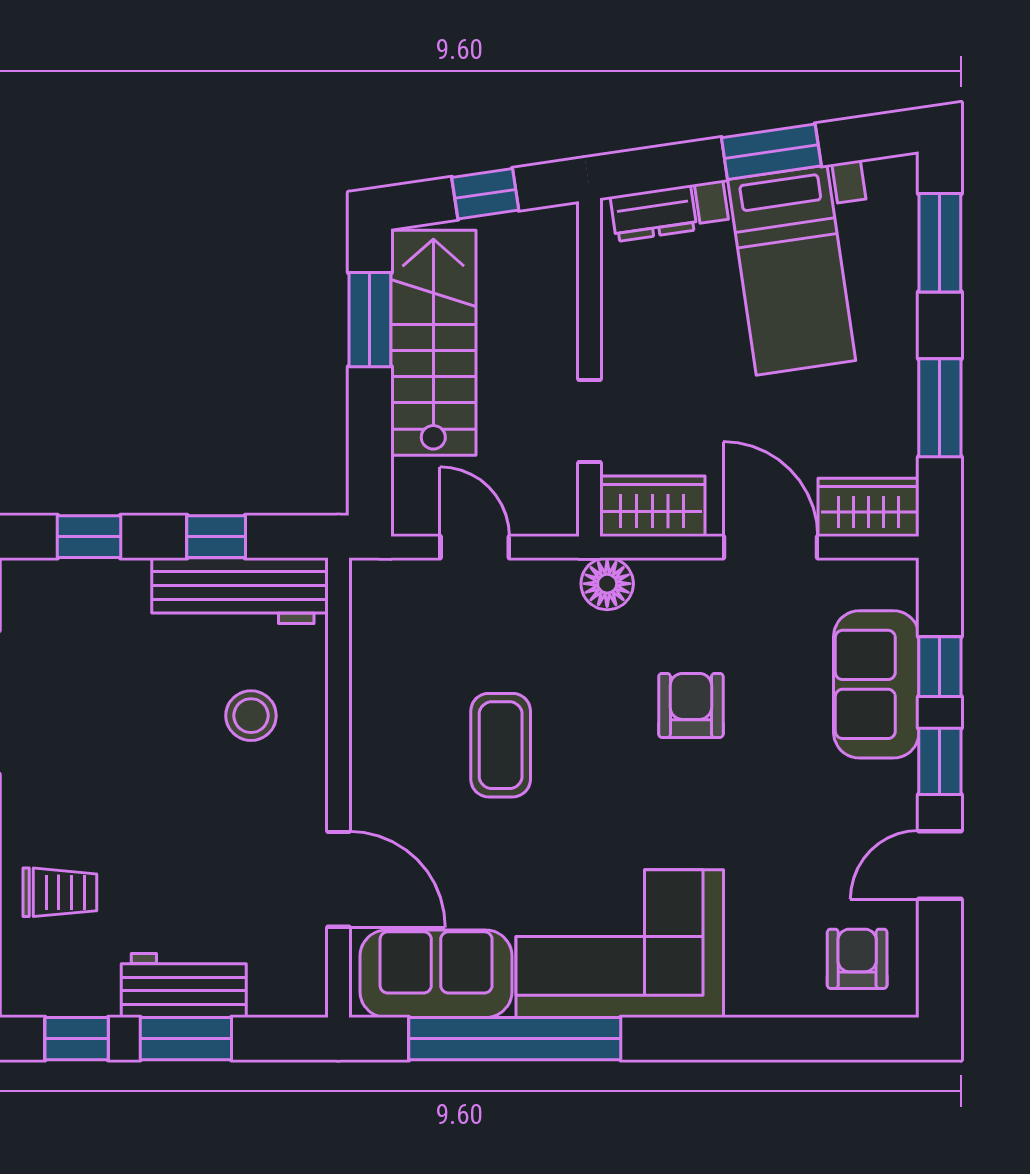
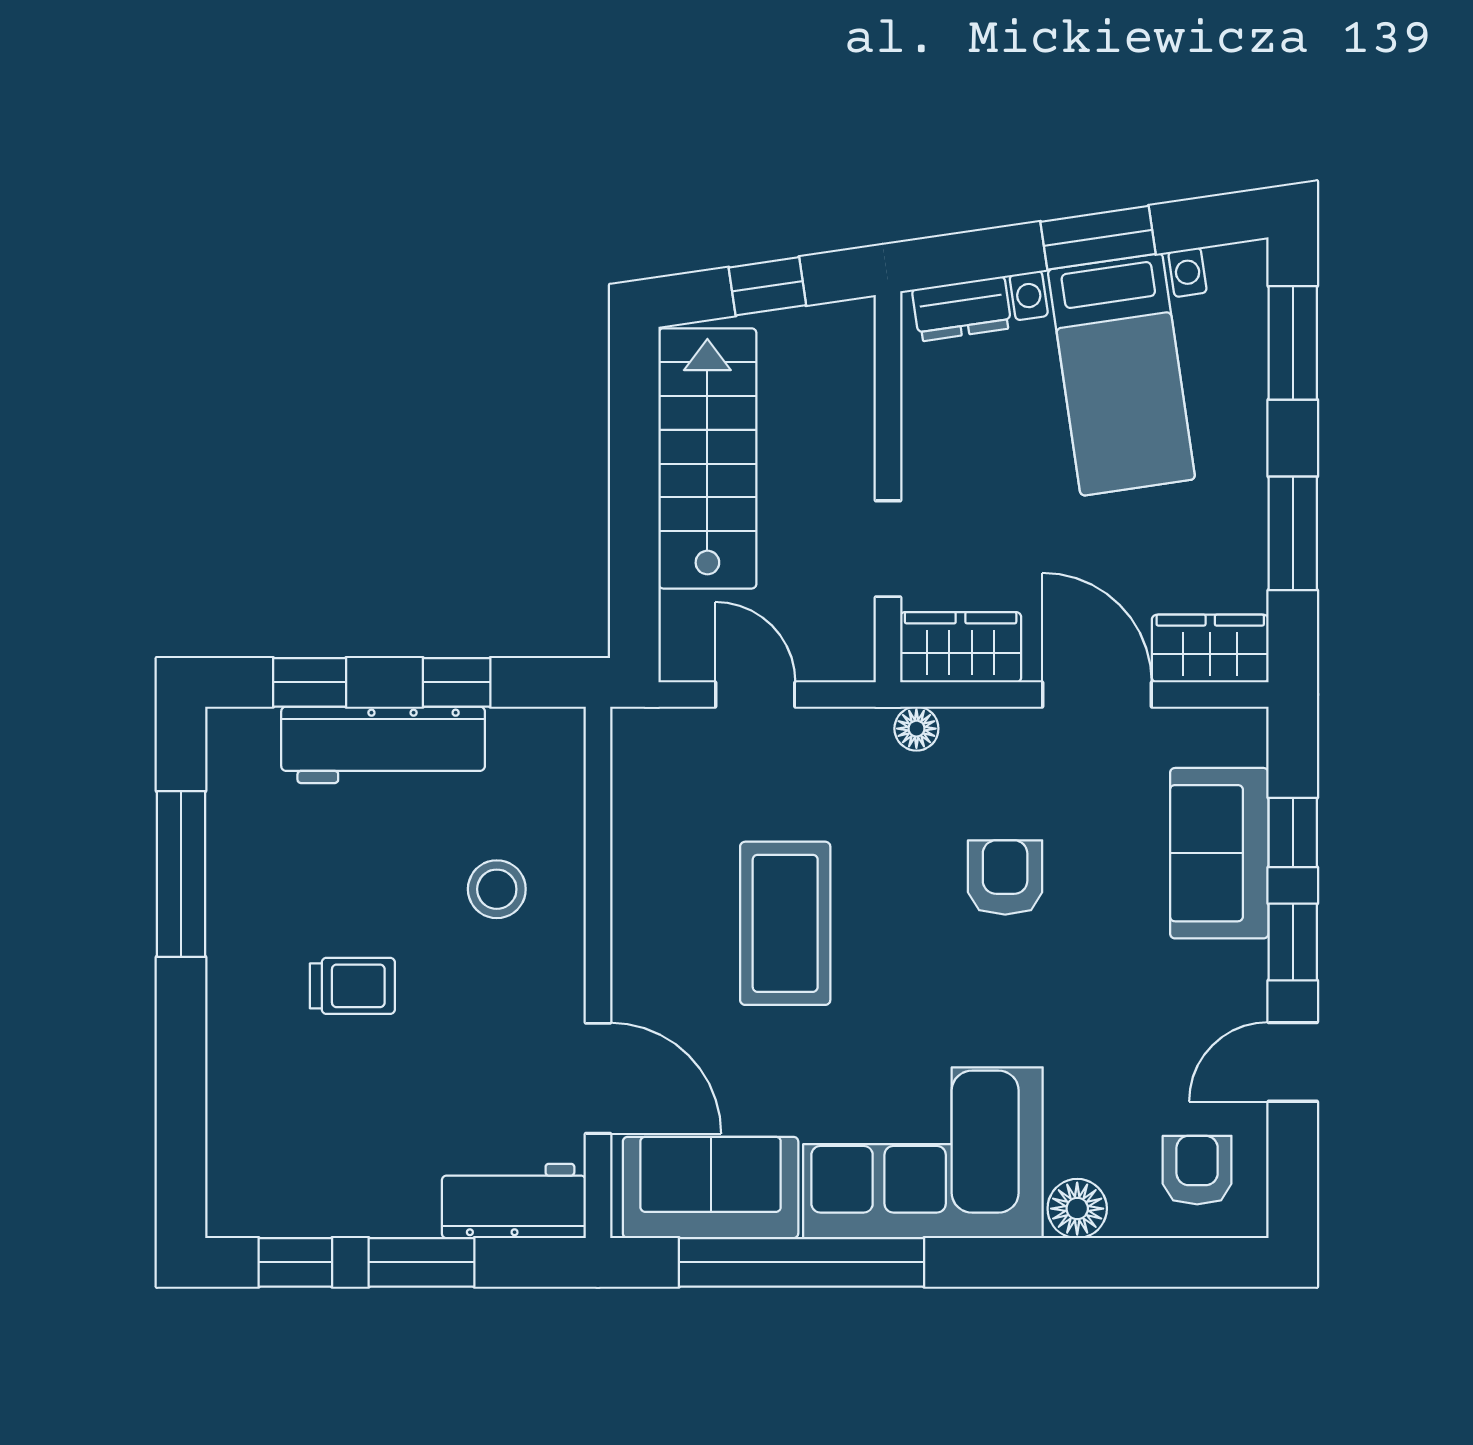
window: (370, 320) -> (634, 432), removed
floor lamp: (607, 584) -> (916, 729), width x0.73, depth x0.73
workbench: (240, 591) -> (383, 745), moved
coffee table: (501, 745) -> (785, 923), width x1.36, depth x1.32
trolley: (60, 892) -> (352, 986), moved
workbench: (184, 985) -> (514, 1201), moved
floor lamp: (753, 992) -> (1077, 1209), added

